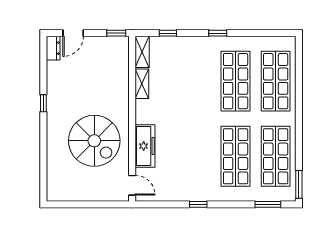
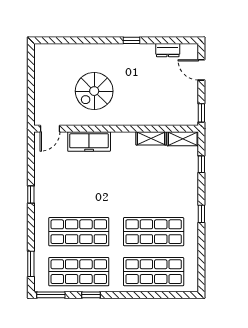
dresser: (53, 48) -> (168, 50), moved
spiral stairs: (94, 141) -> (94, 91), width x0.73, depth x0.73
window: (299, 144) -> (91, 295), added

